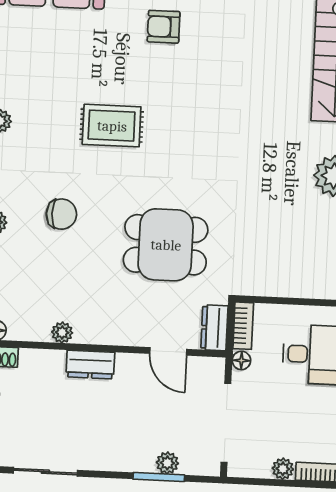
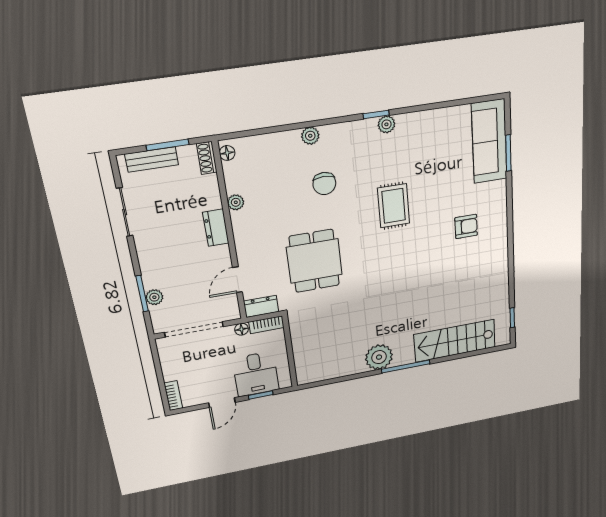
armchair: (164, 27) -> (466, 226), turned 90
plant: (283, 469) -> (170, 373), removed

